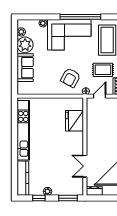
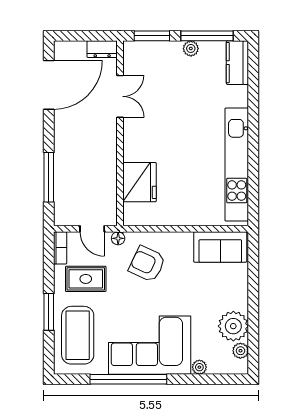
sofa: (25, 68) -> (220, 247), moved, turned -90
armchair: (71, 78) -> (147, 264), turned -93
door: (99, 96) -> (92, 229), hinge flipped
kitchen counter: (23, 178) -> (237, 63), width x0.67
window: (39, 198) -> (207, 36), width x2.17

